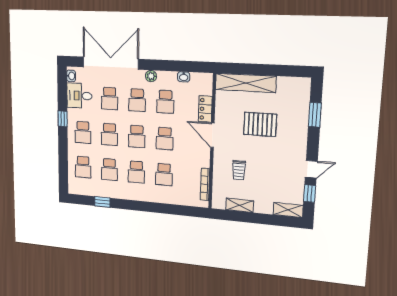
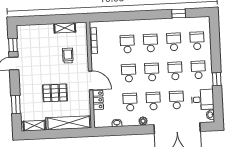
shelving: (288, 210) -> (34, 126), moved

